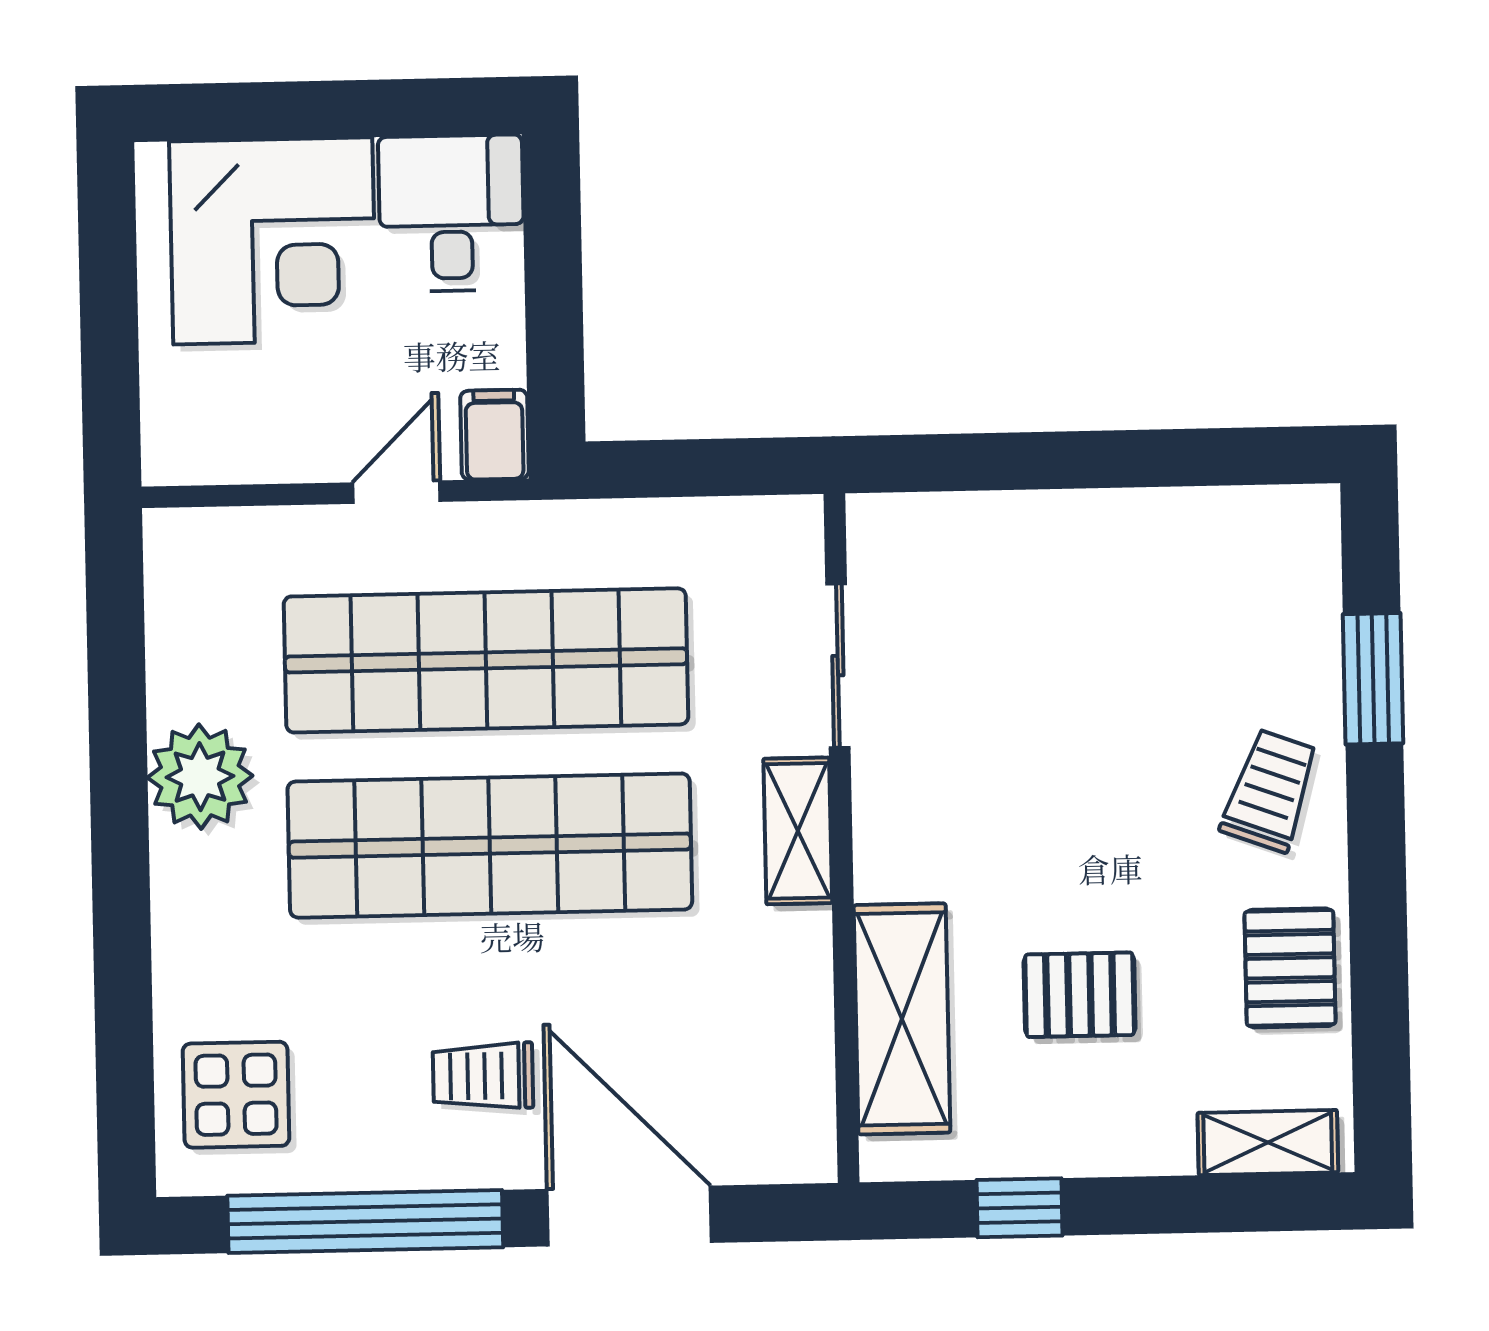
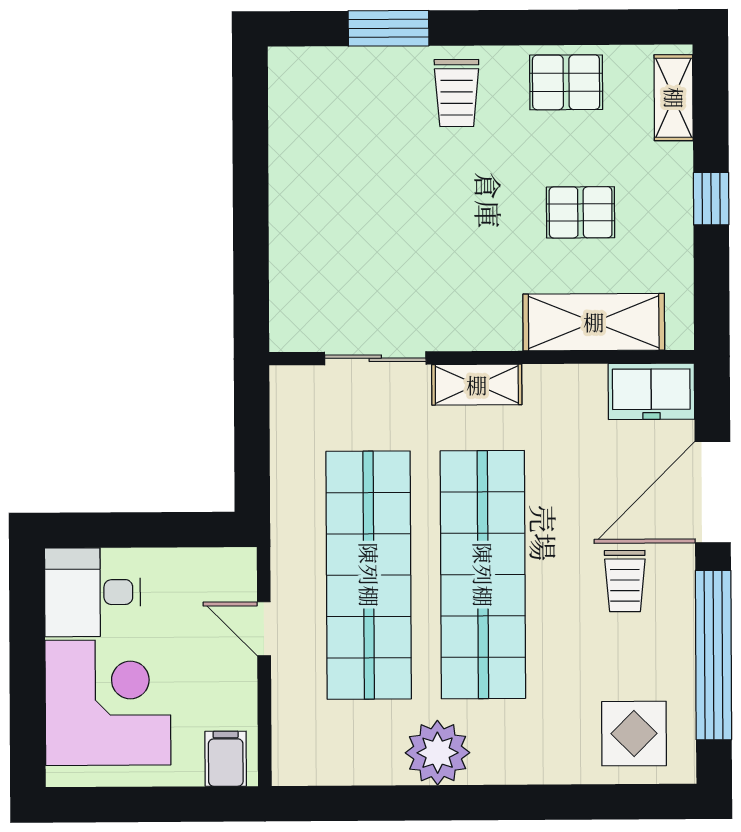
filing cabinet: (494, 435) -> (226, 759), moved, turned 90
trolley: (1270, 791) -> (457, 93), turned -110
pallet: (1080, 995) -> (581, 212), turned 90
freezer: (791, 1114) -> (651, 391), added
window: (1020, 1208) -> (711, 199), moved

